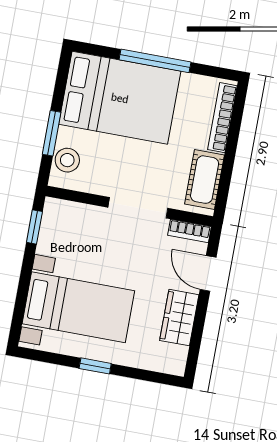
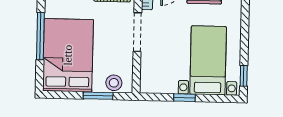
window: (34, 227) -> (184, 98), moved
window: (95, 366) -> (244, 76), moved

